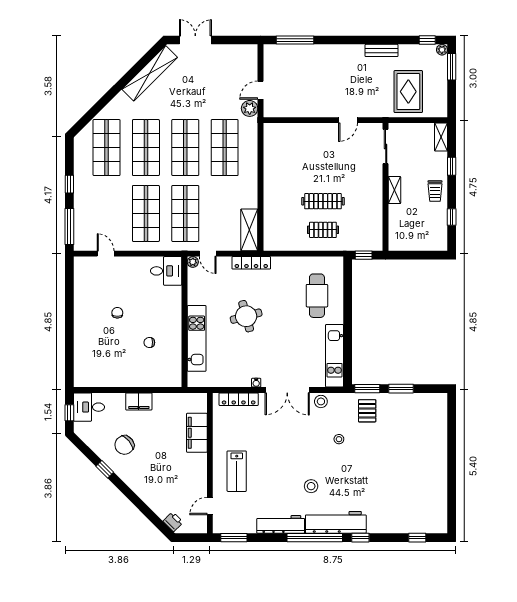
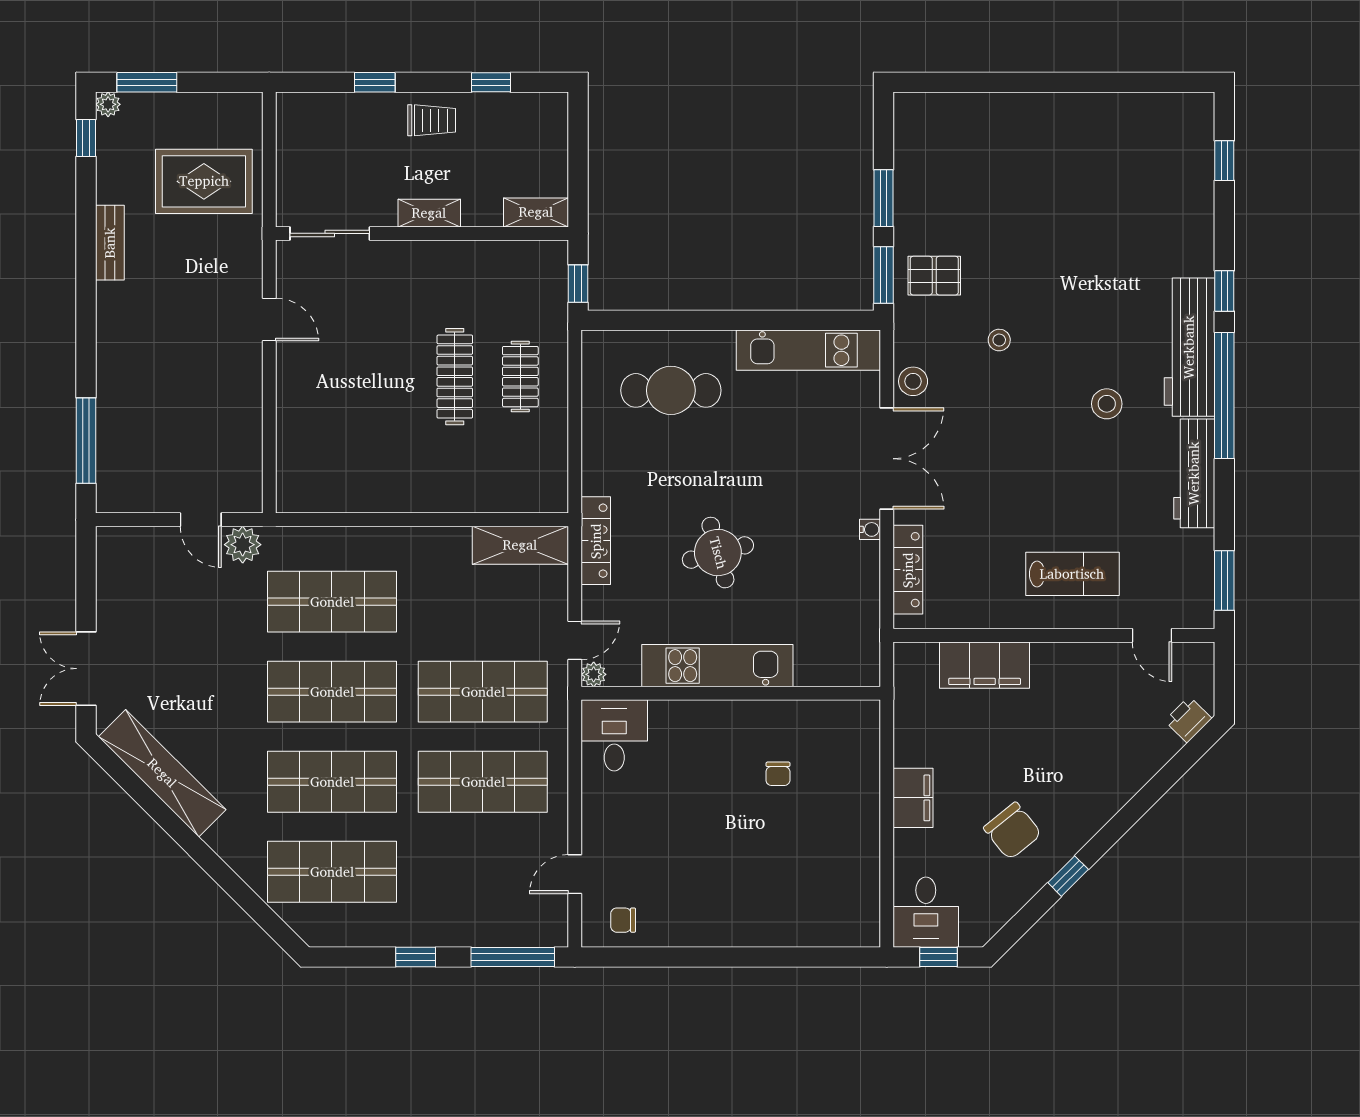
shelving: (441, 137) -> (536, 212), moved
chair: (117, 313) -> (623, 920), moved
kitchen unit: (197, 338) -> (717, 666), moved

